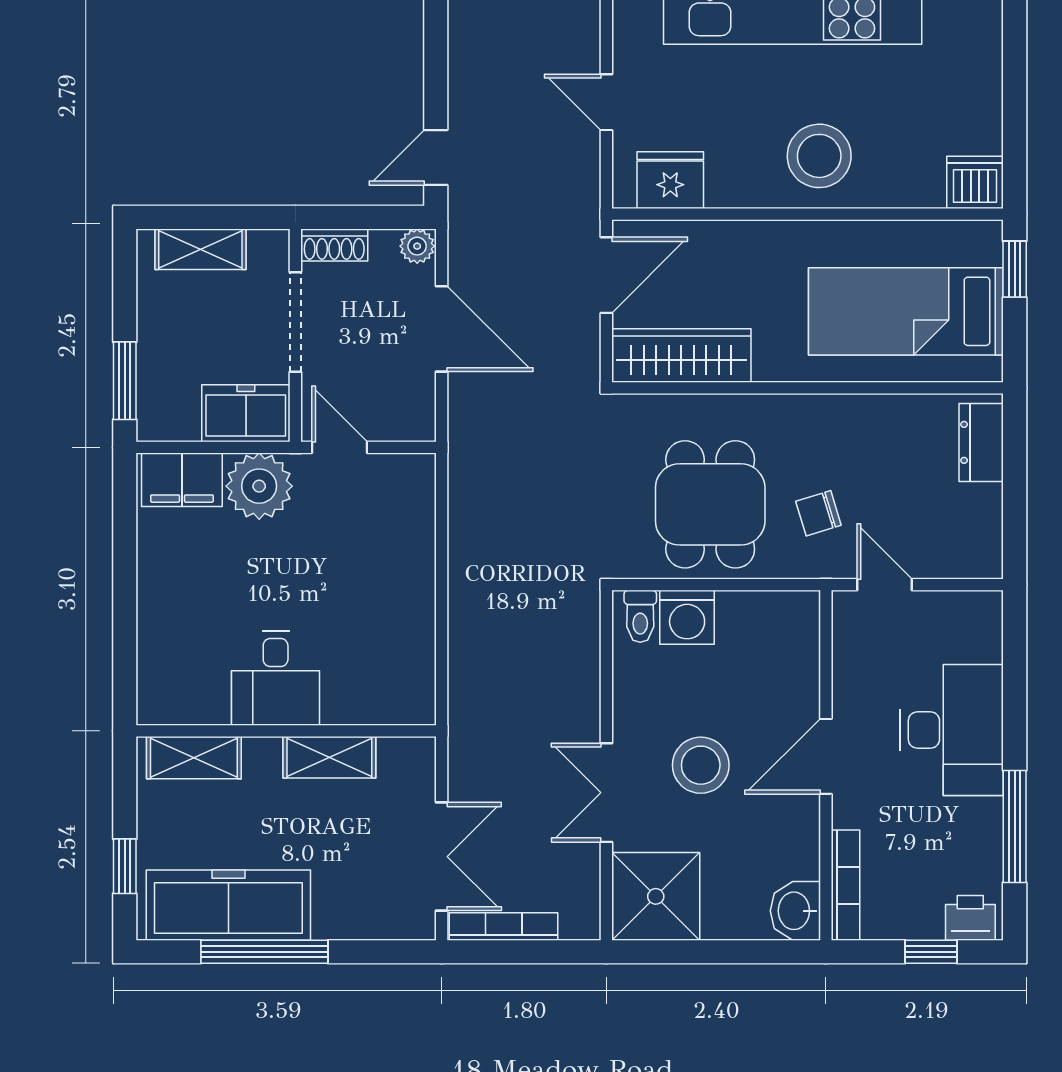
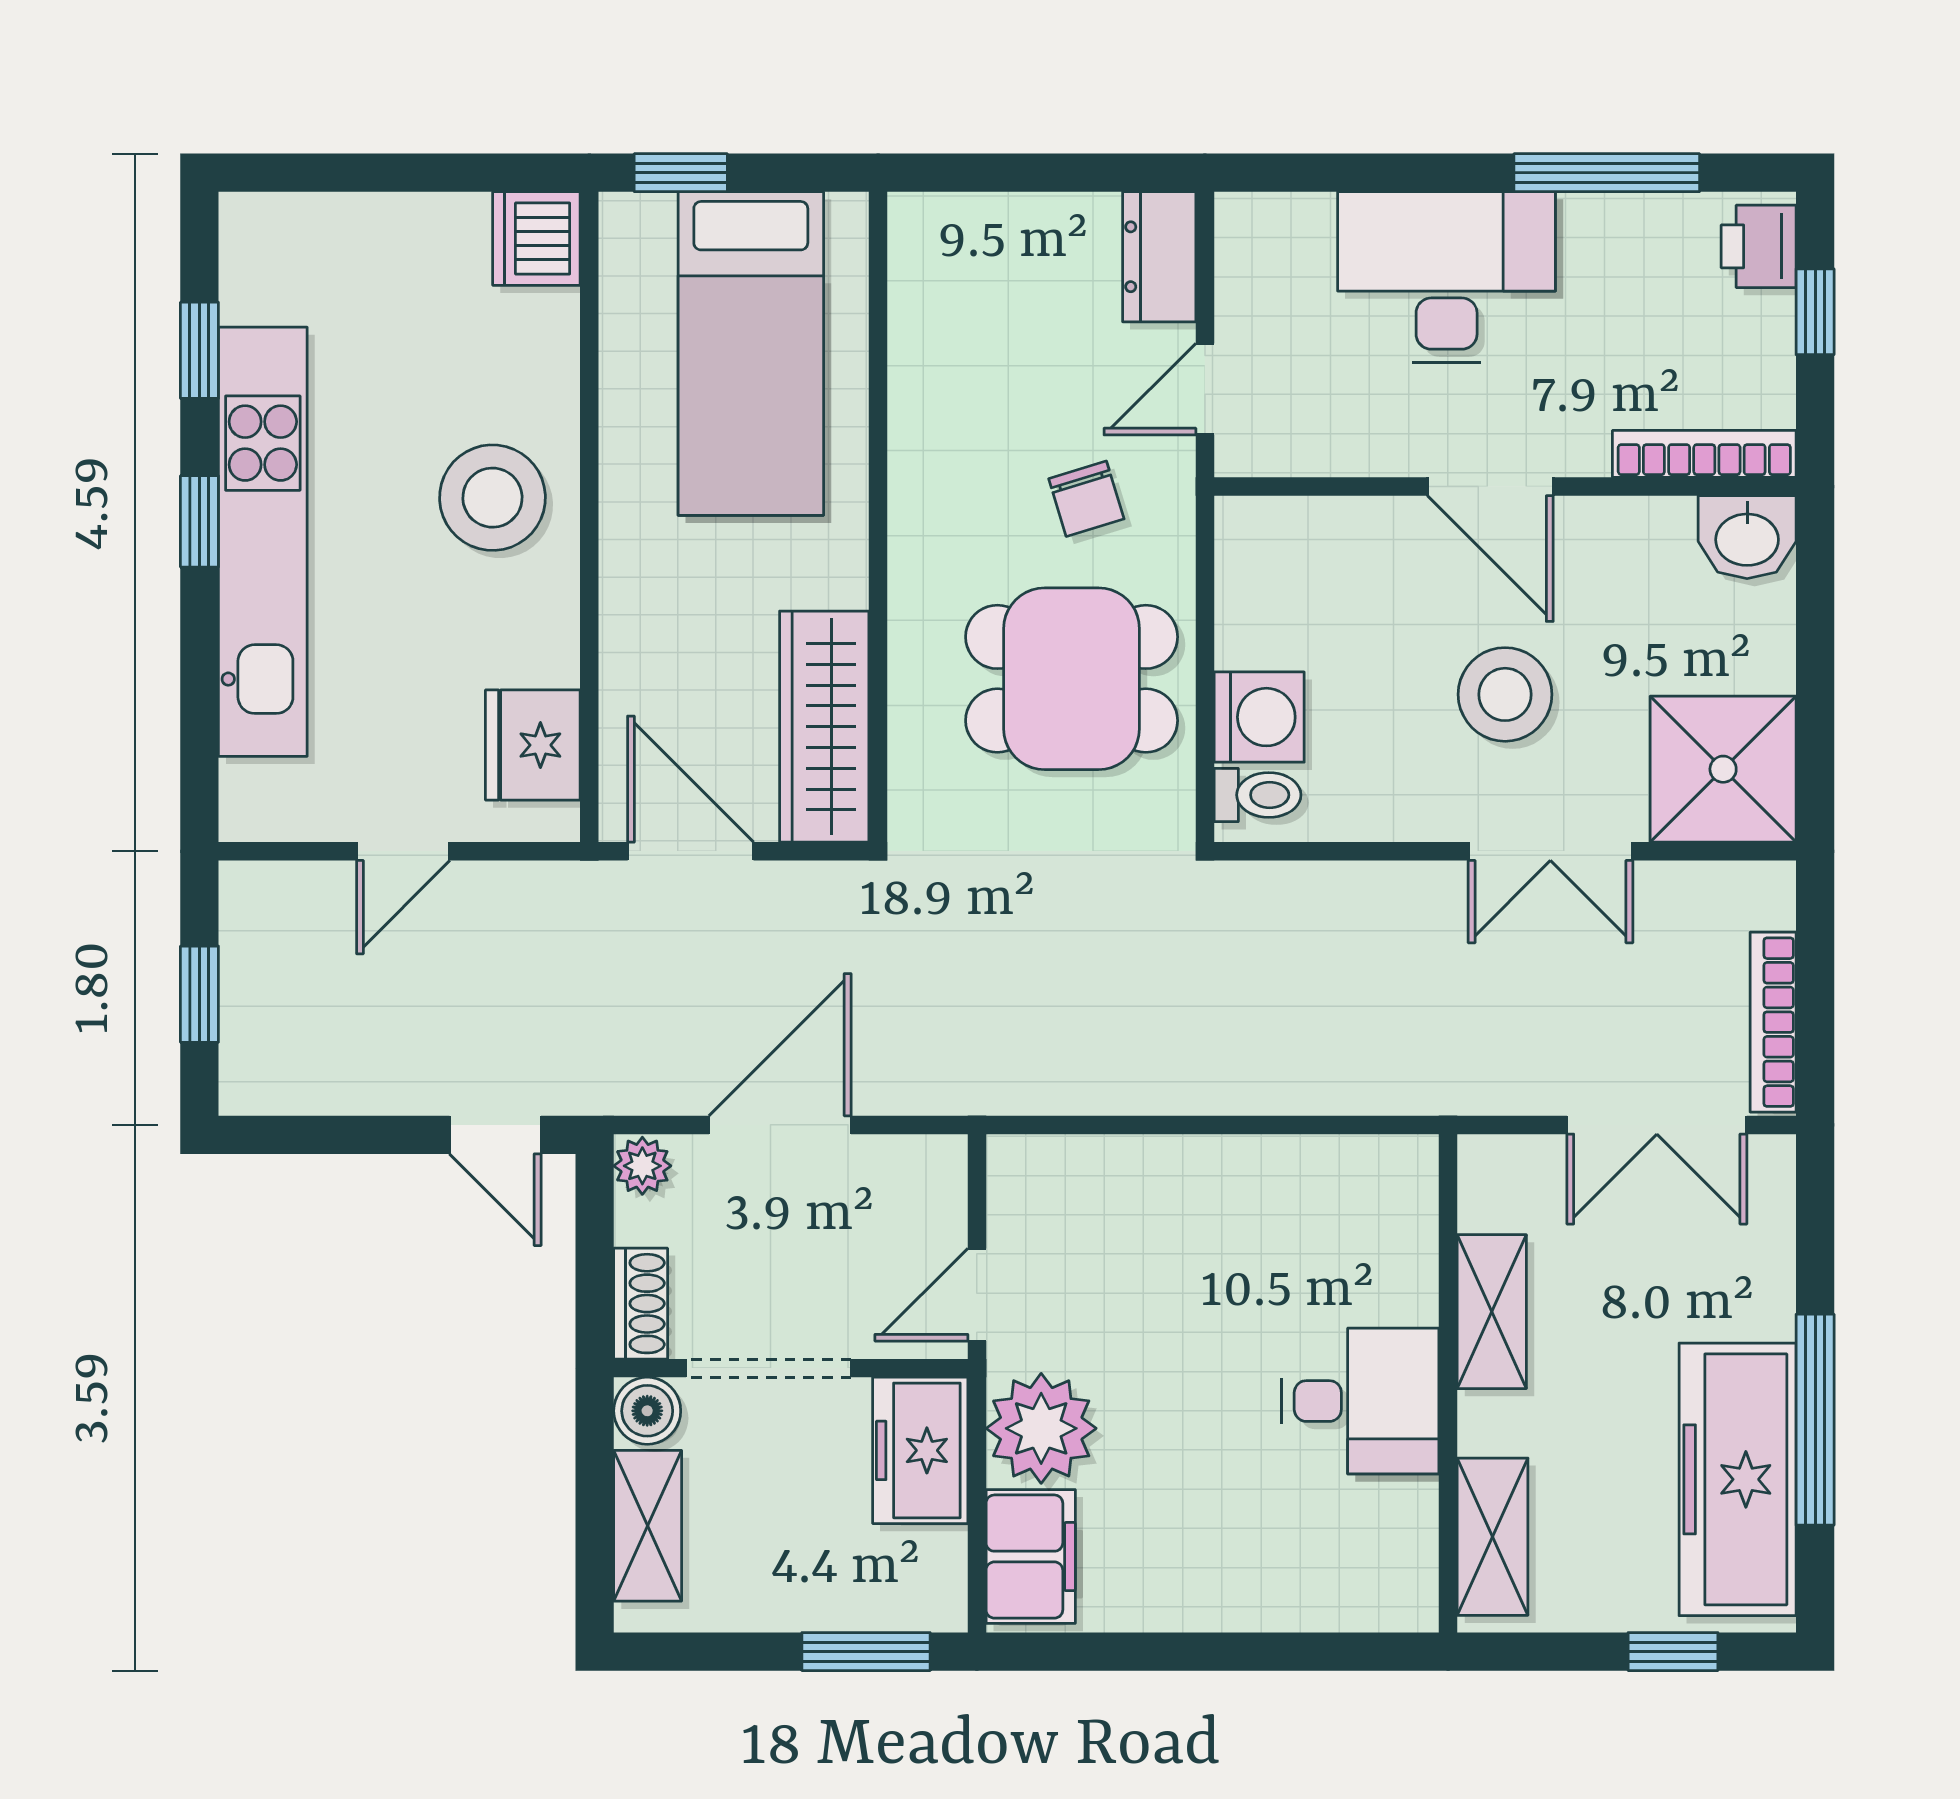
boiler: (270, 249) -> (647, 1411), added
dresser: (981, 442) -> (1159, 257), moved, turned 90
double door: (442, 857) -> (1657, 1125), swing flipped

